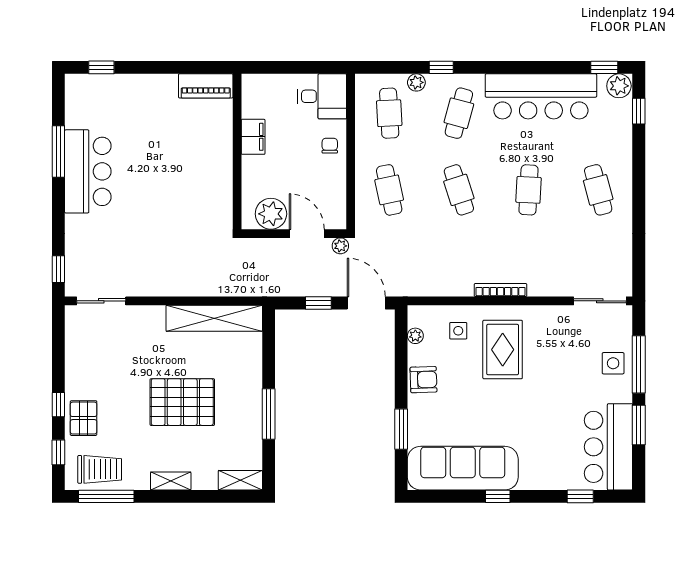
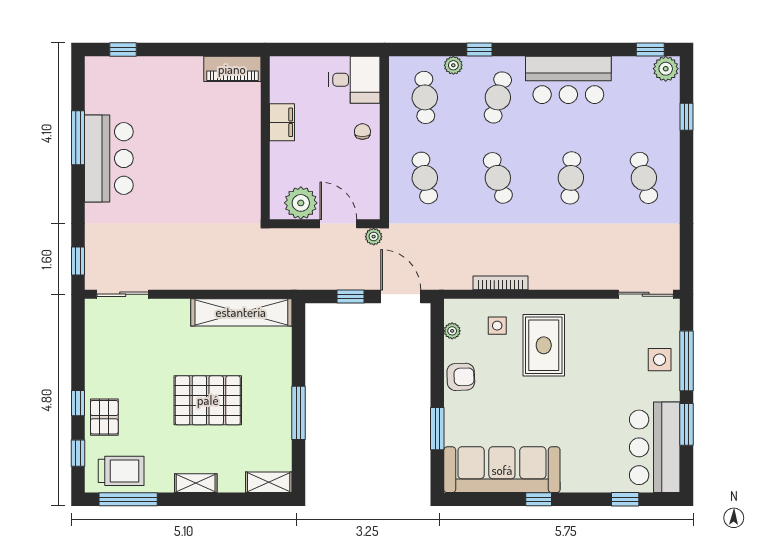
bar counter: (541, 96) -> (568, 80), width x0.73
window: (639, 111) -> (687, 117), moved
bookcase: (501, 290) -> (500, 283), moved

